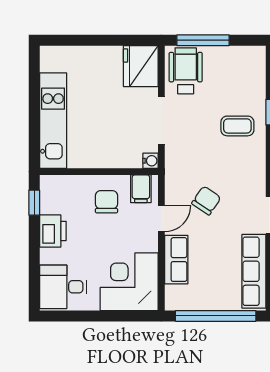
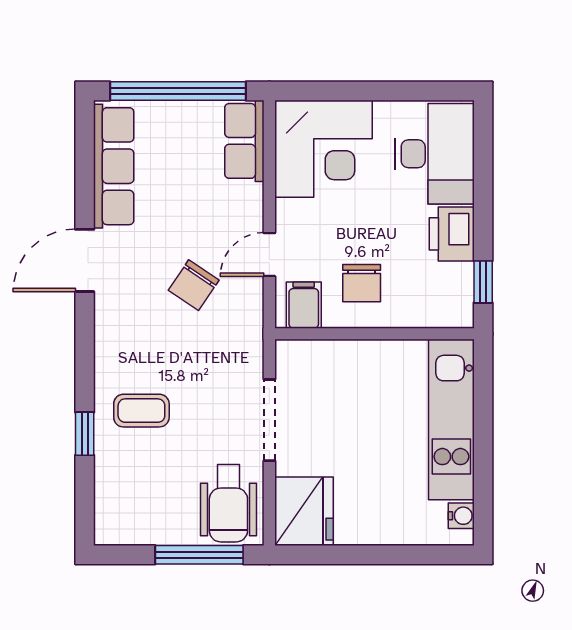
water cooler: (150, 161) -> (461, 516), moved, turned 180
row of seats: (176, 260) -> (244, 141), moved
desk: (63, 287) -> (435, 154), width x1.37

